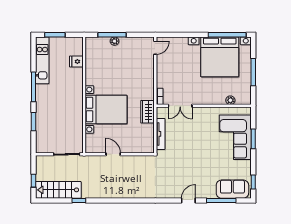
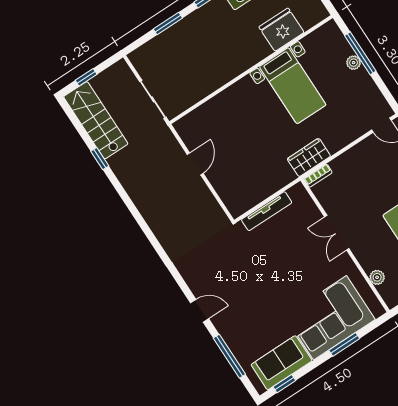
fridge: (76, 62) -> (281, 30), width x1.88, depth x1.34
double door: (180, 106) -> (337, 233), moved
bed with nightstands: (106, 109) -> (293, 86), moved, width x0.73
wardrobe: (147, 112) -> (309, 157), moved
sofa: (232, 189) -> (282, 363), moved, turned -90

